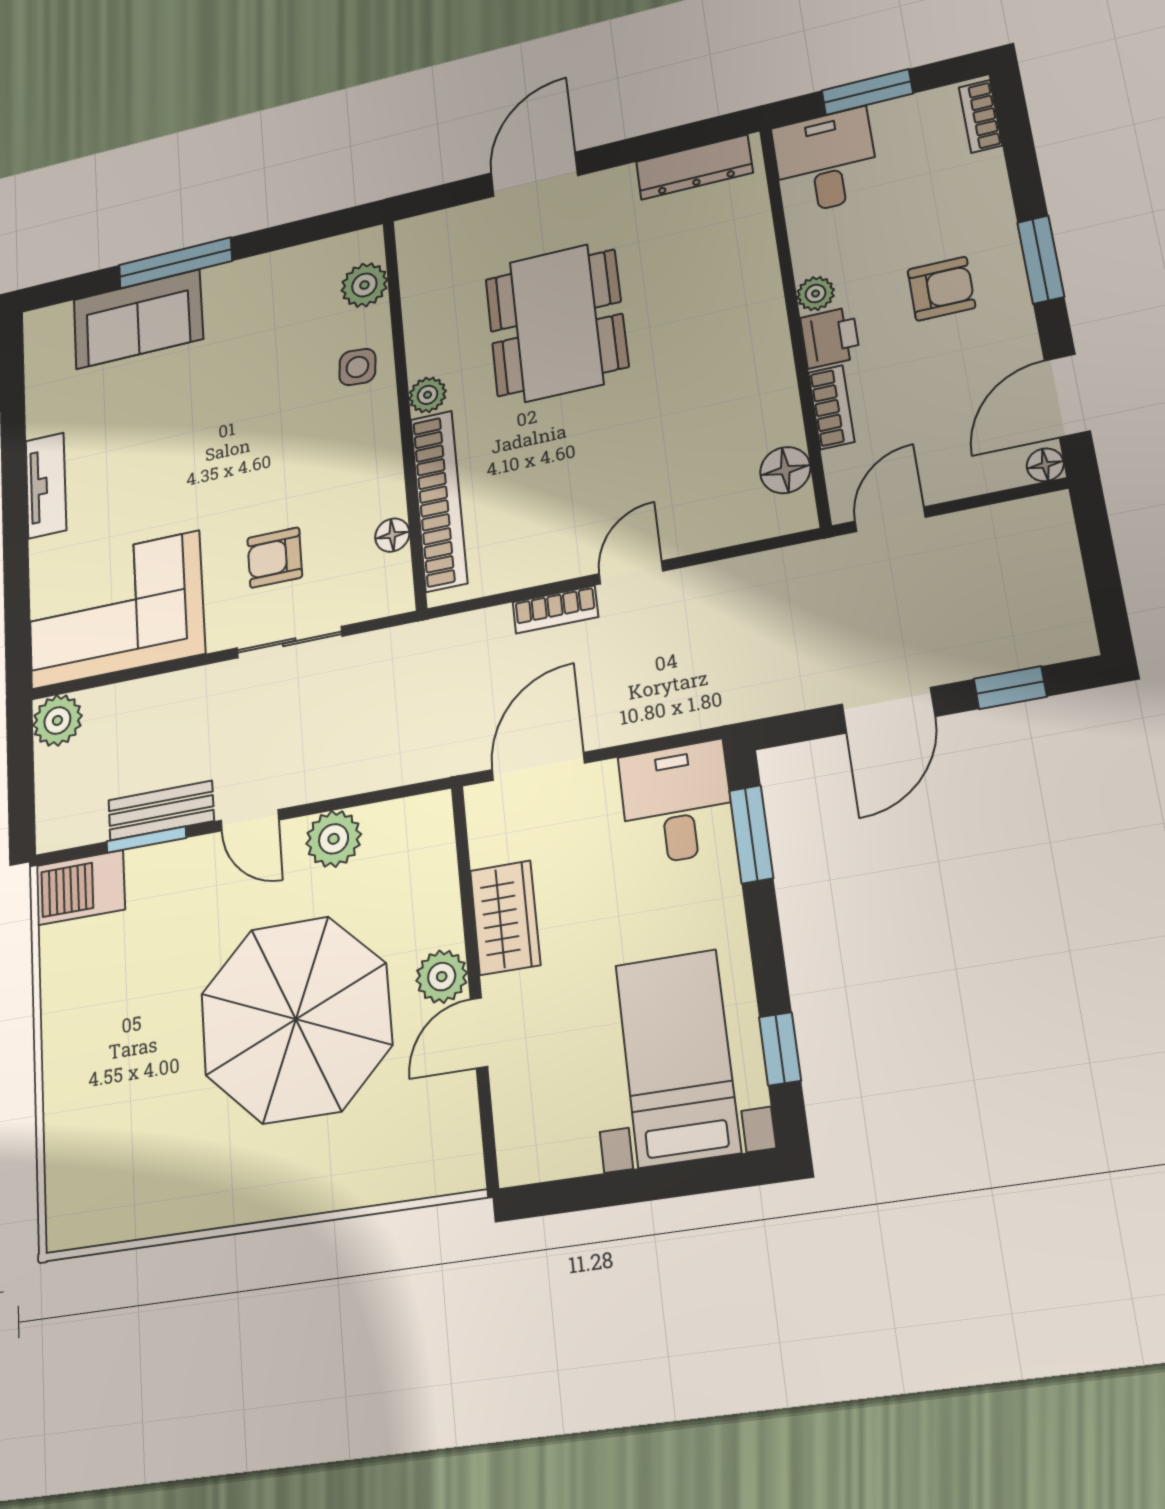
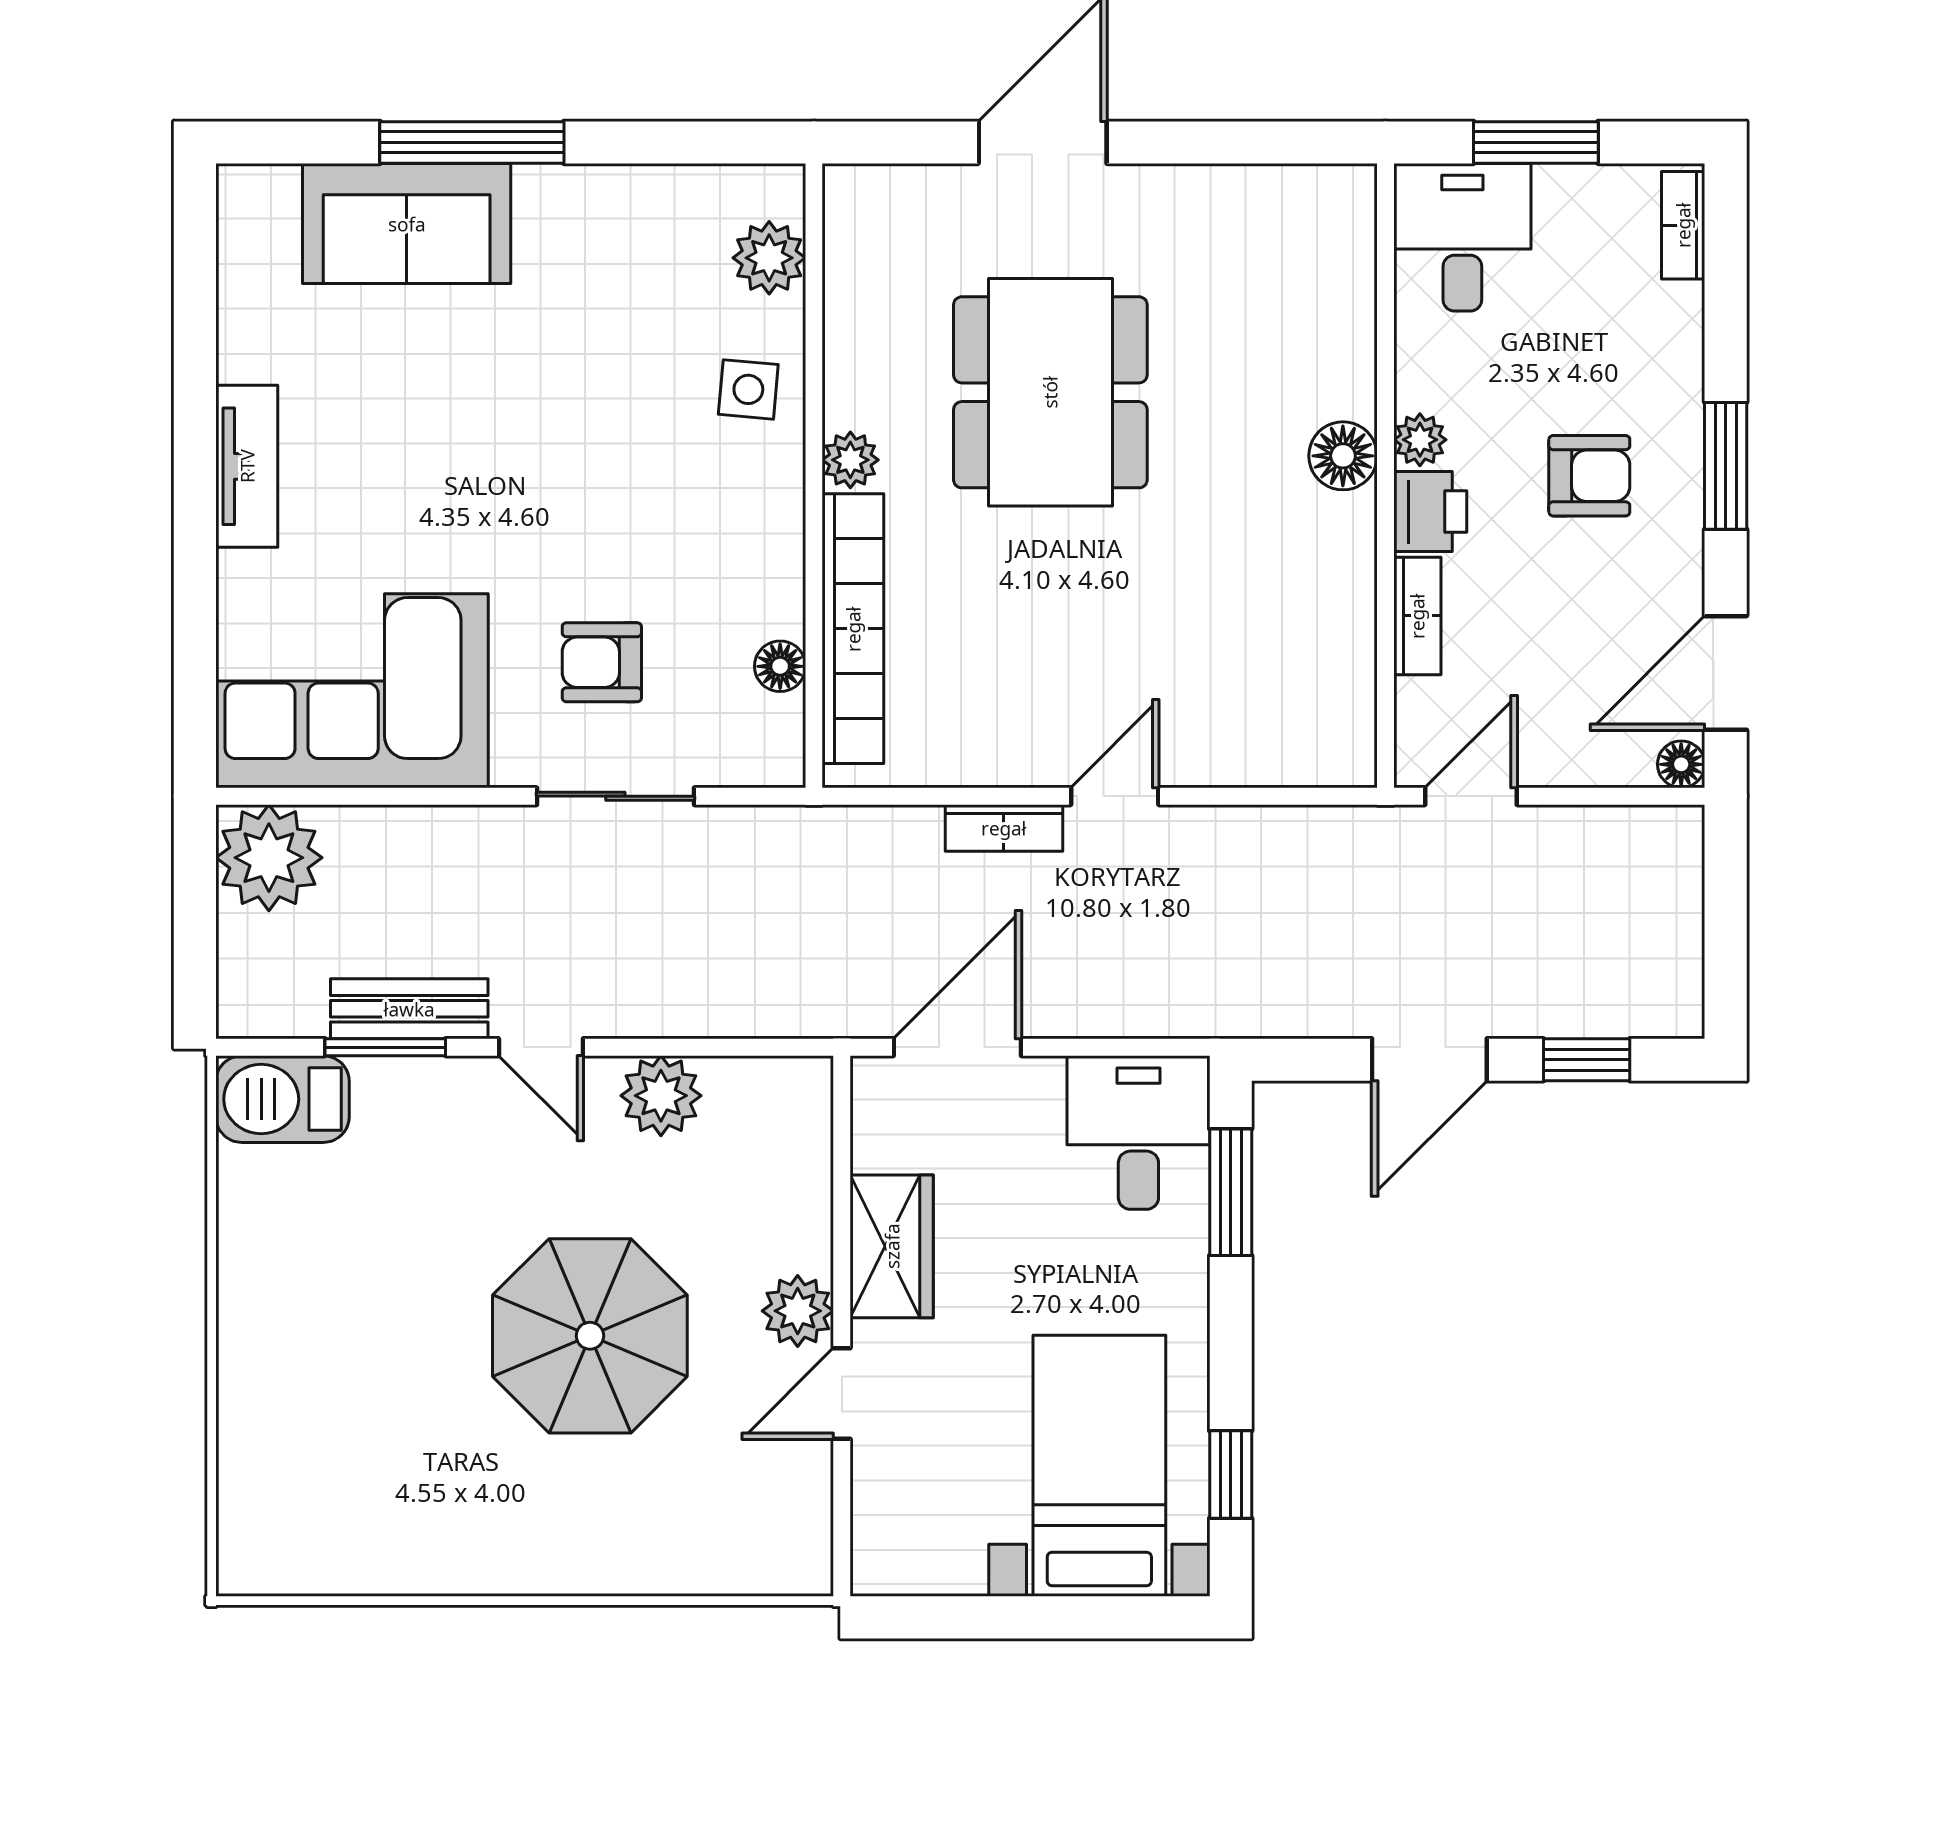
dresser: (694, 167) -> (1277, 195), removed
floor lamp: (785, 470) -> (1343, 456), moved
plant: (57, 720) -> (269, 858), width x1.36, depth x1.36
parasol: (296, 1019) -> (590, 1336), width x0.73, depth x0.73

